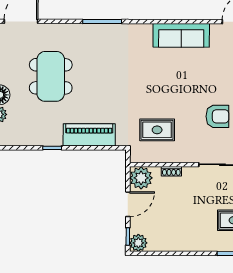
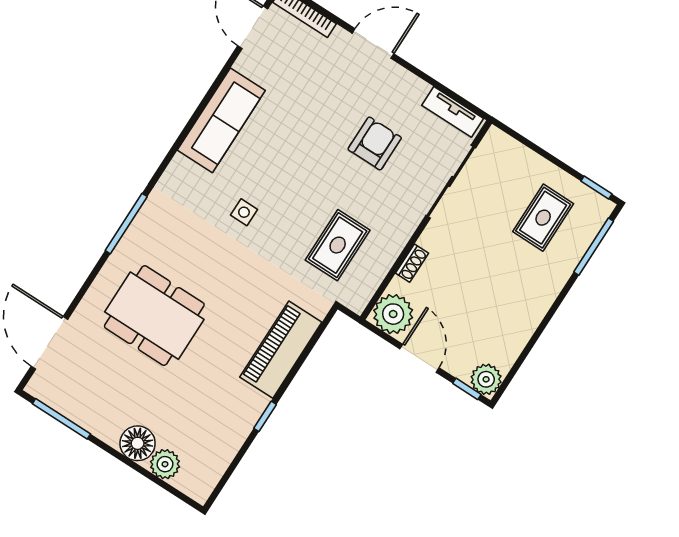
side table: (144, 75) -> (244, 212), added
dining table: (51, 76) -> (154, 316), moved

